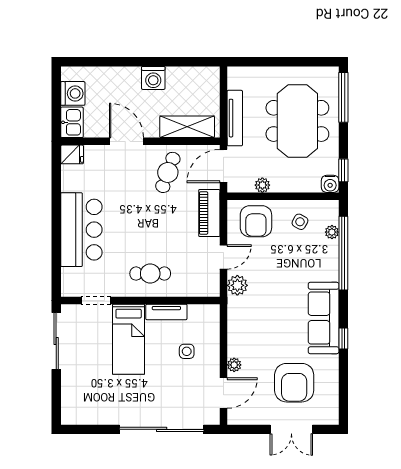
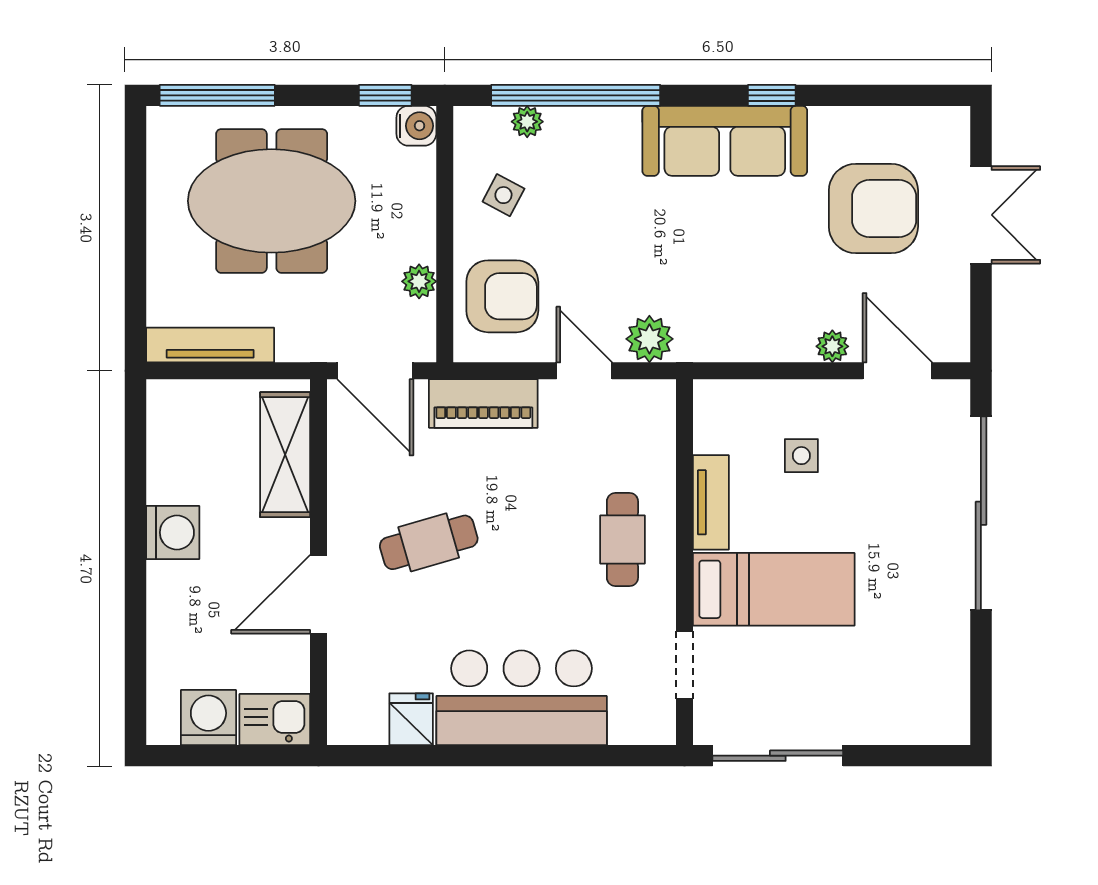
tv unit: (235, 118) -> (210, 345), moved
fridge: (72, 154) -> (411, 719), moved
cafe table: (168, 172) -> (429, 542), moved, turned -36

